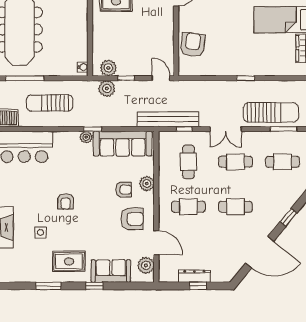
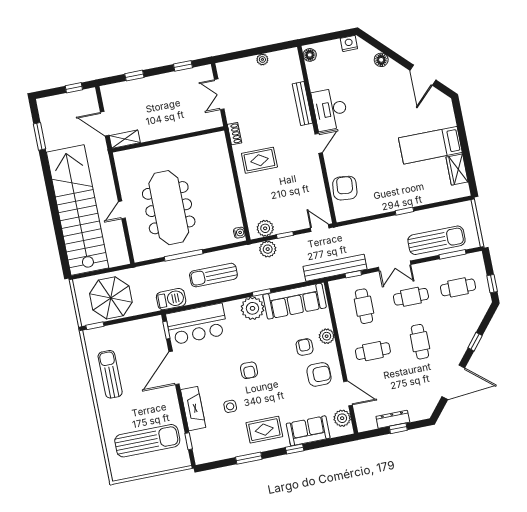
plant: (86, 137) -> (253, 308), width x1.88, depth x1.88
armchair: (123, 190) -> (305, 347), turned -90
cafe table: (235, 207) -> (420, 342), turned 90

